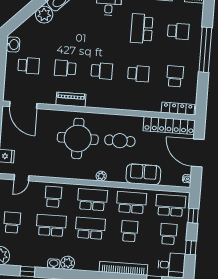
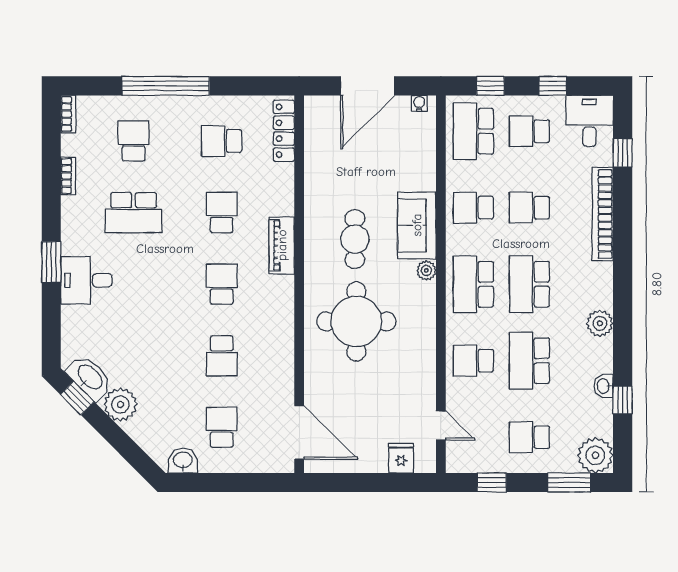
piano: (71, 100) -> (282, 245), moved
door: (23, 105) -> (299, 432), hinge flipped
locker: (169, 125) -> (318, 145), removed
sofa: (143, 174) -> (417, 225), moved
school desk: (131, 202) -> (473, 208), width x0.54
washbasin: (54, 264) -> (604, 386), moved

